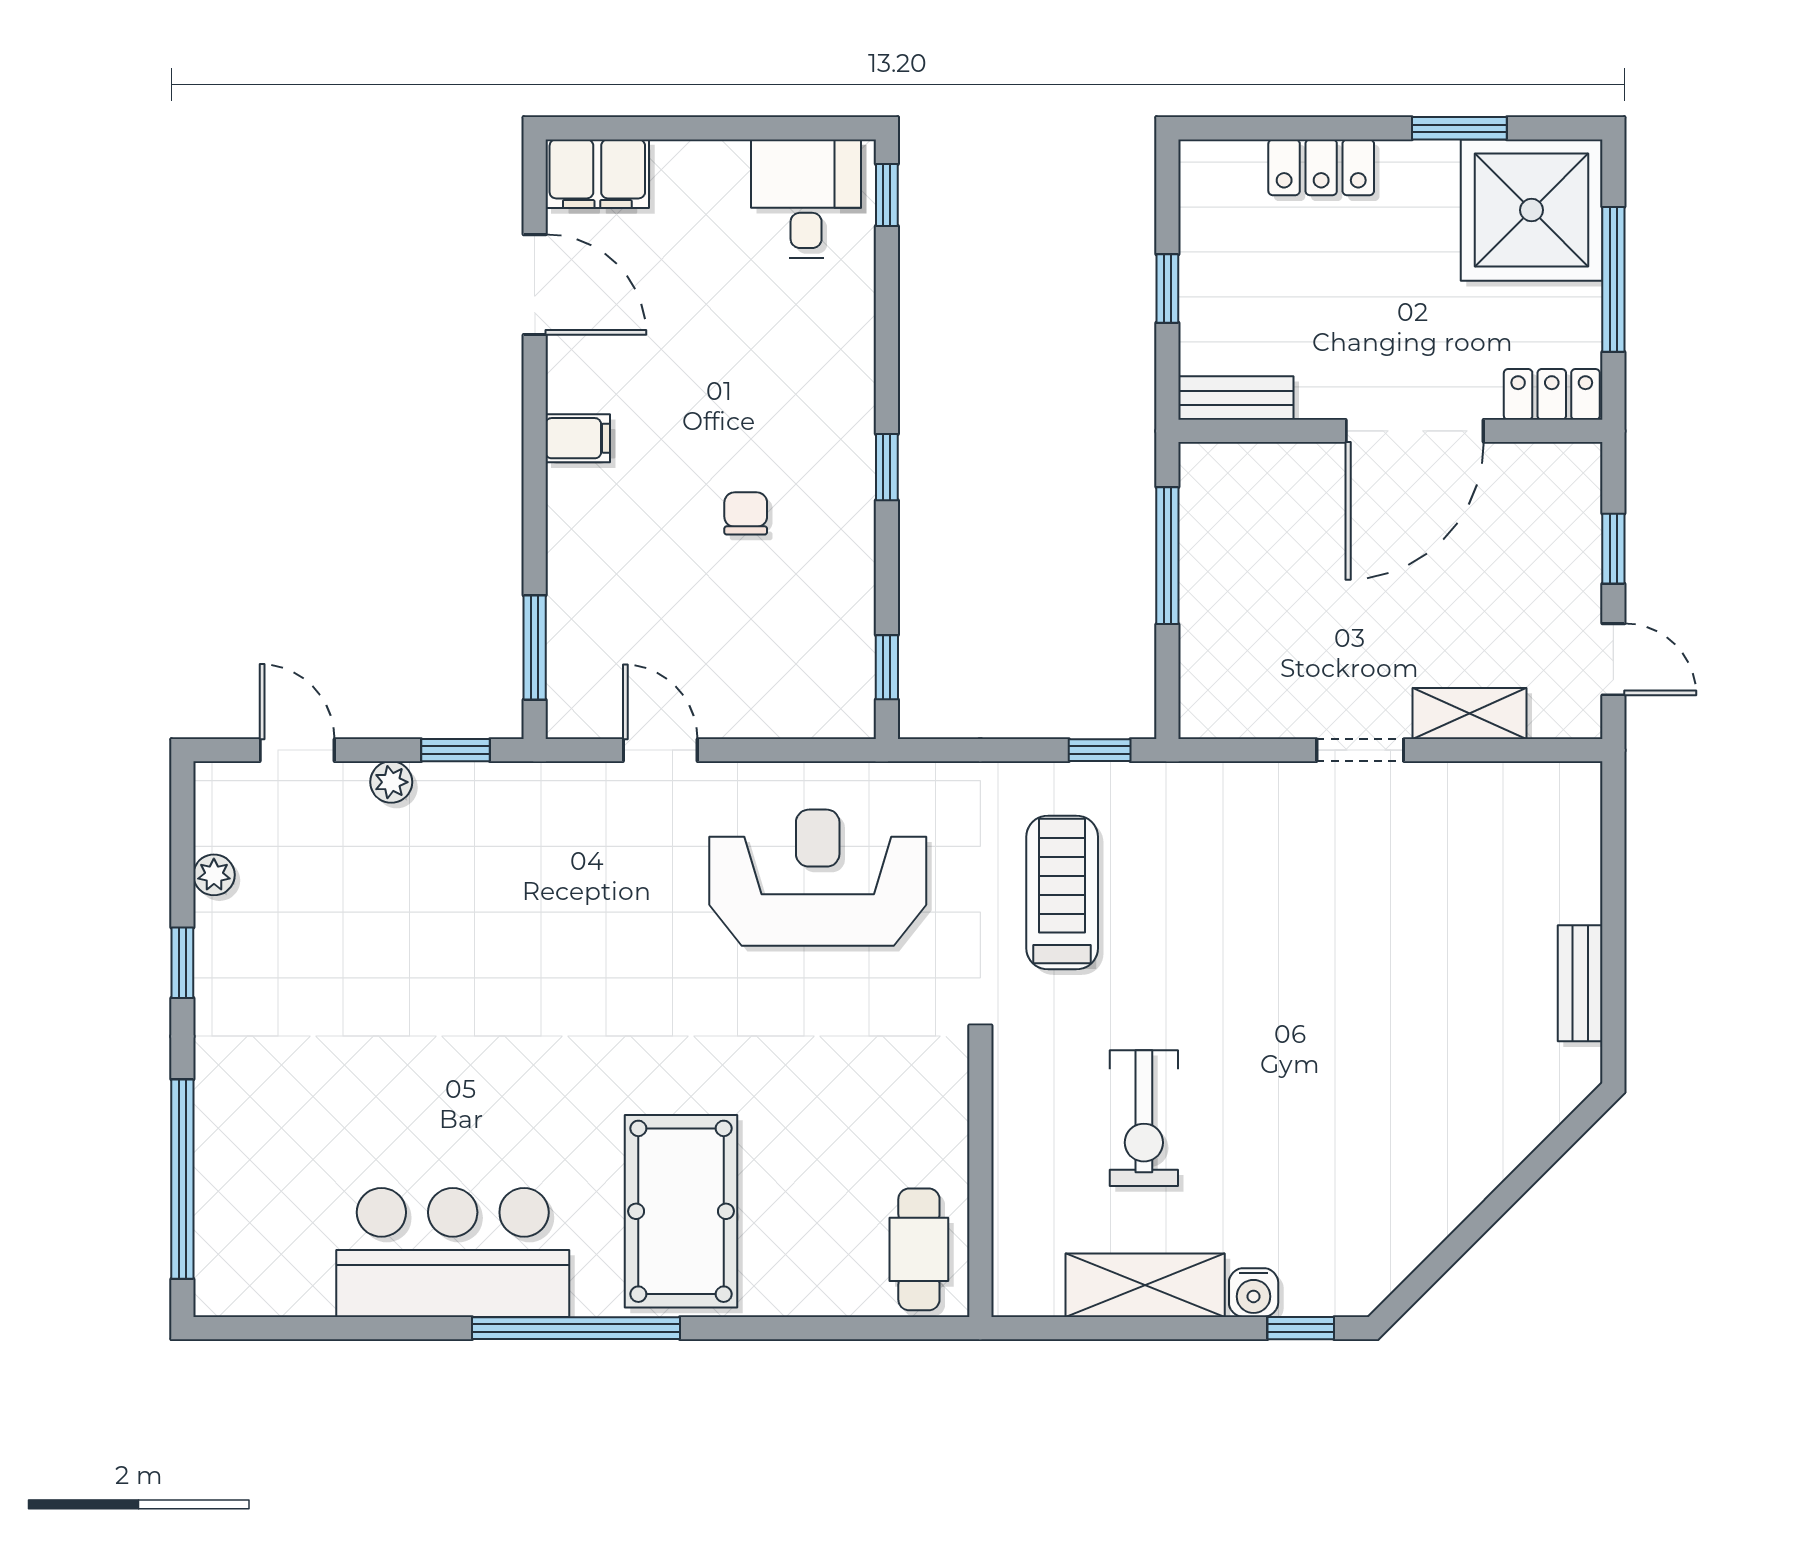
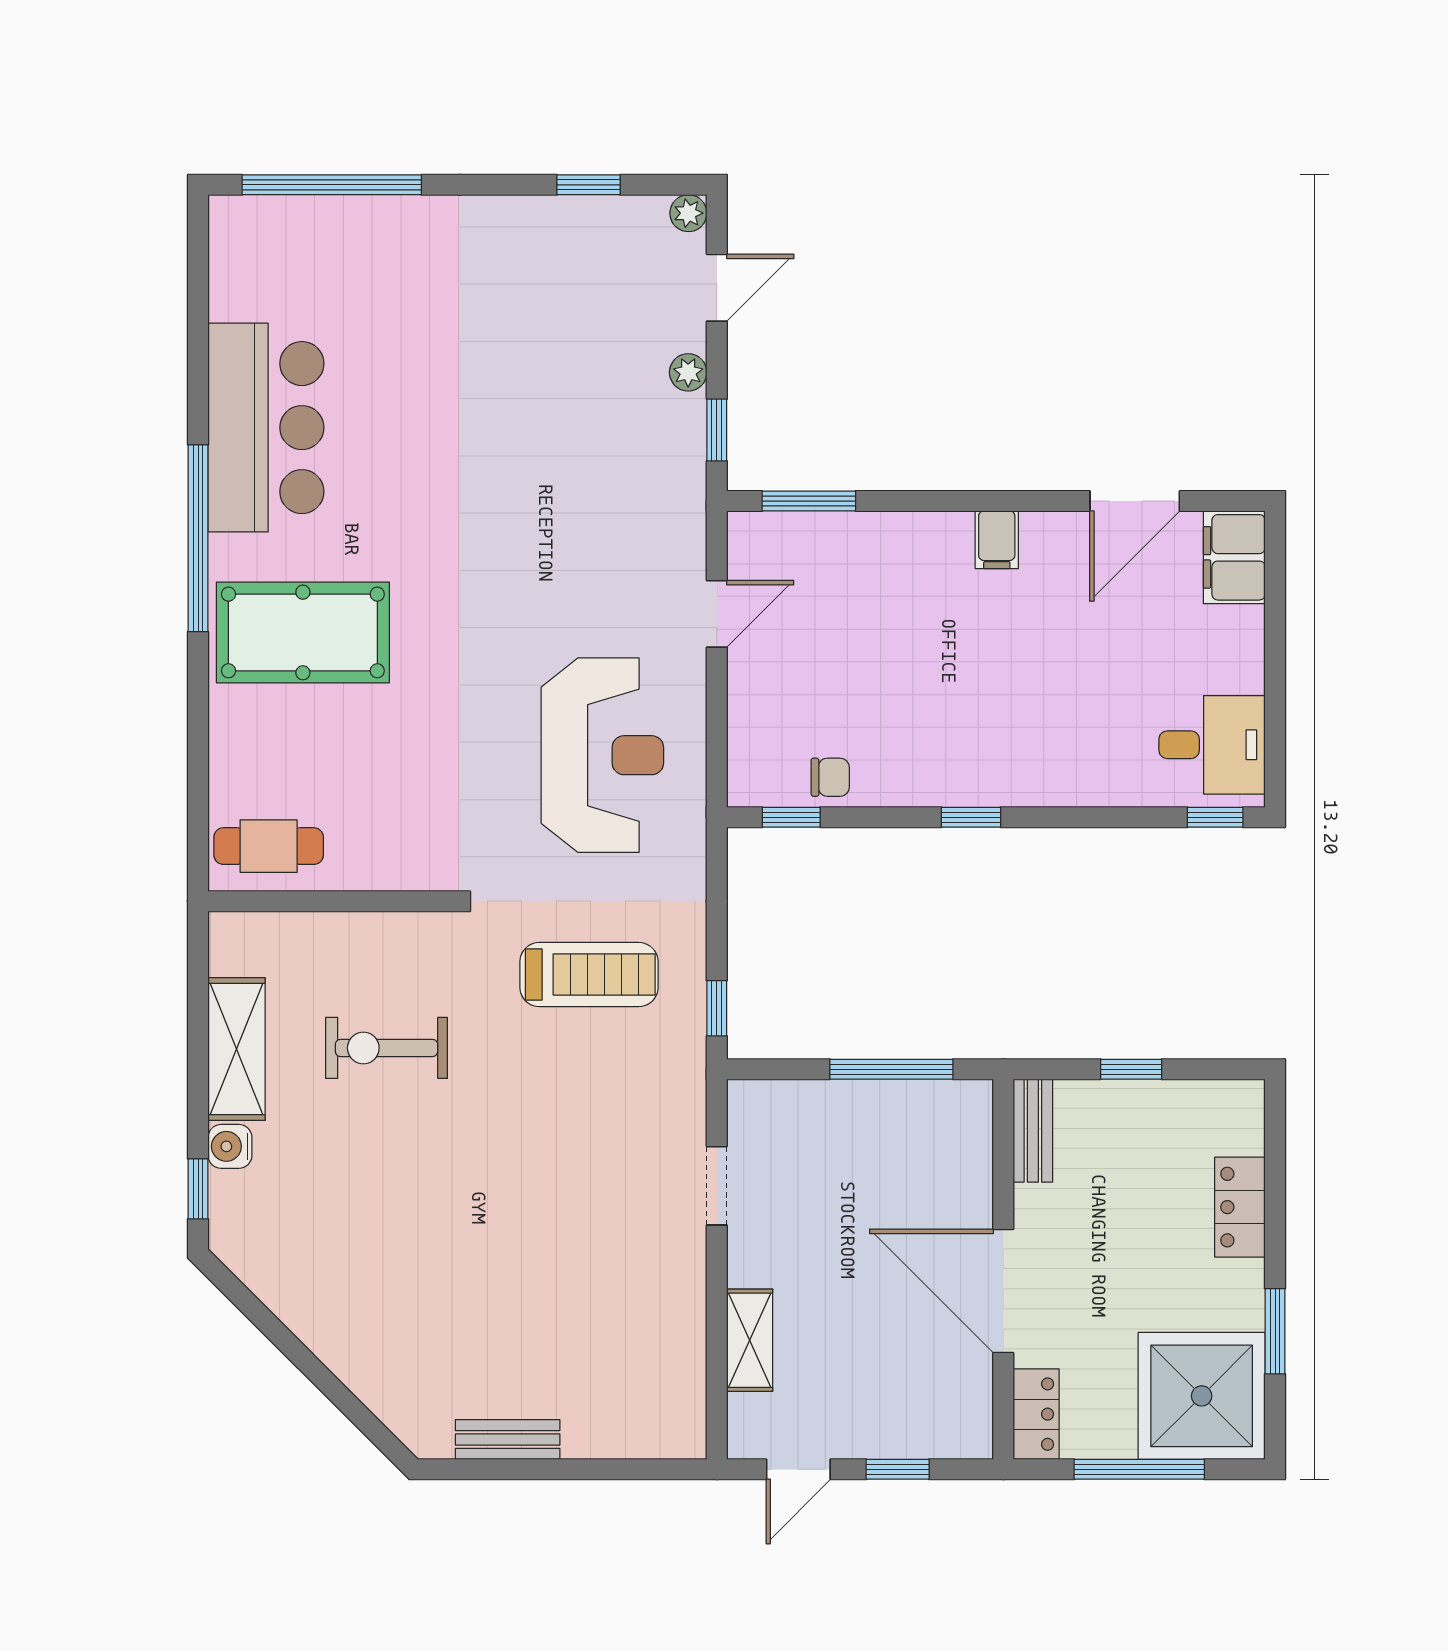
chair: (746, 513) -> (830, 777), moved
doorway: (1360, 750) -> (717, 1186), moved
plant: (214, 875) -> (688, 213), moved
window: (182, 963) -> (589, 185), moved

